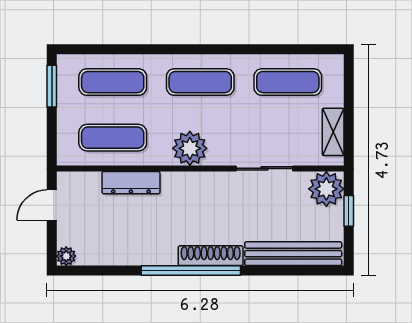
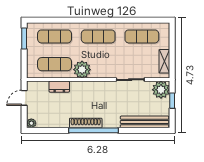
plant: (190, 148) -> (82, 70), moved
dresser: (131, 183) -> (59, 87), width x0.70
shoe rack: (211, 256) -> (86, 123), moved

